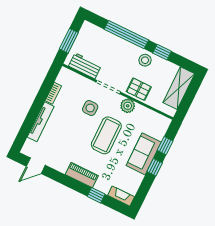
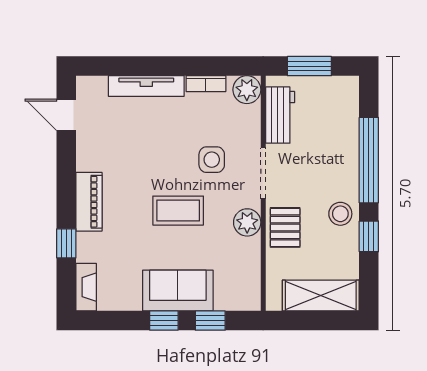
plant: (65, 76) -> (247, 90), added
coffee table: (106, 135) -> (178, 211), width x0.73, depth x0.76

